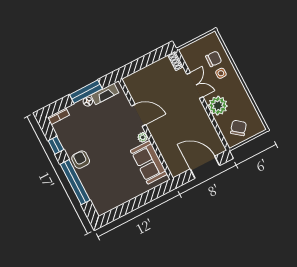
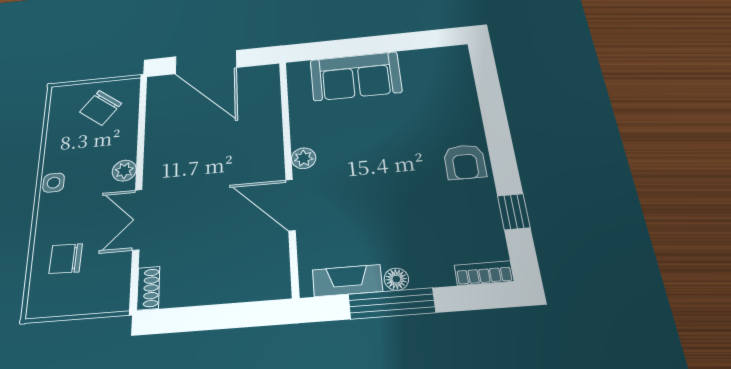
side table: (221, 73) -> (54, 183), moved
plant: (218, 106) -> (124, 171), width x0.53, depth x0.53
sofa: (149, 162) -> (356, 76), moved, turned 90
window: (75, 182) -> (495, 122), removed

